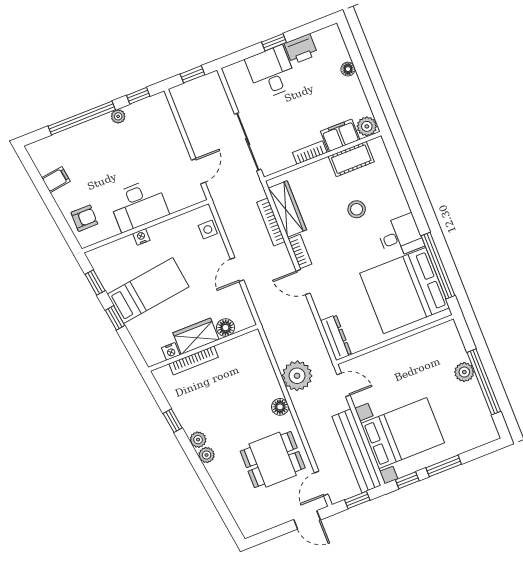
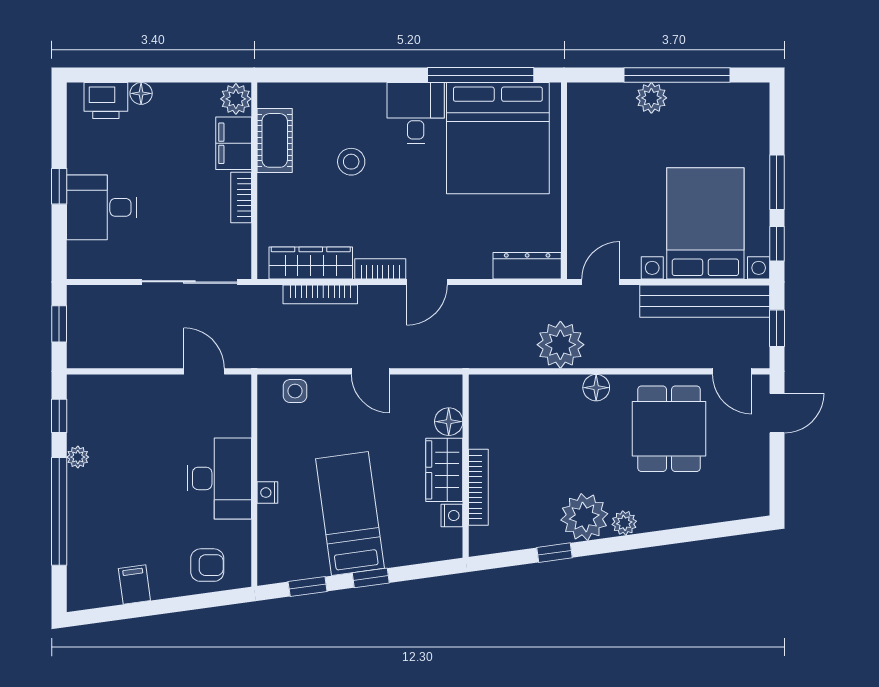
printer: (301, 49) -> (106, 100), moved, turned 90
armchair: (84, 218) -> (207, 565), turned 90
plant: (198, 440) -> (584, 517), width x1.87, depth x1.87

